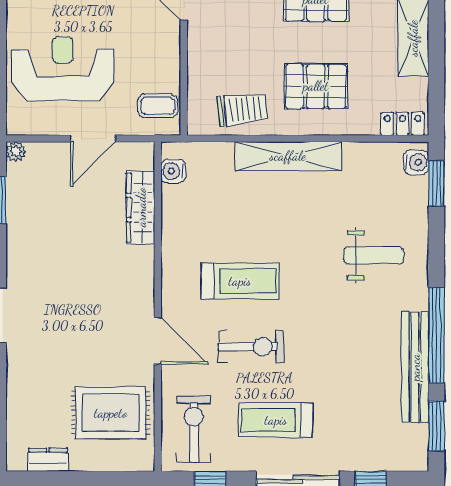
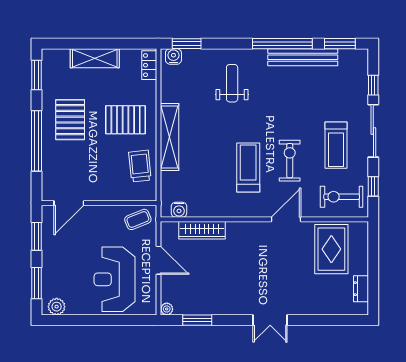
pallet: (316, 86) -> (126, 120), turned 90
coffee table: (158, 106) -> (138, 219), turned 68

